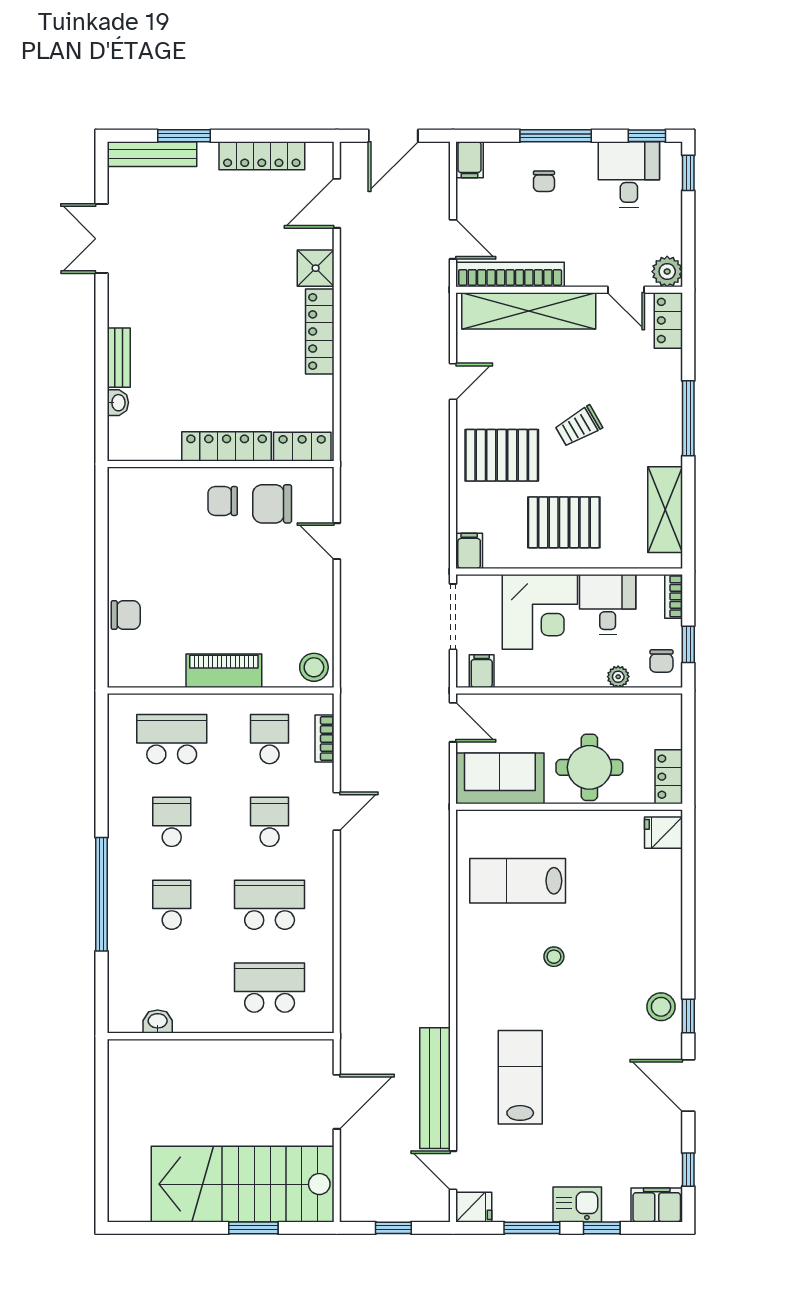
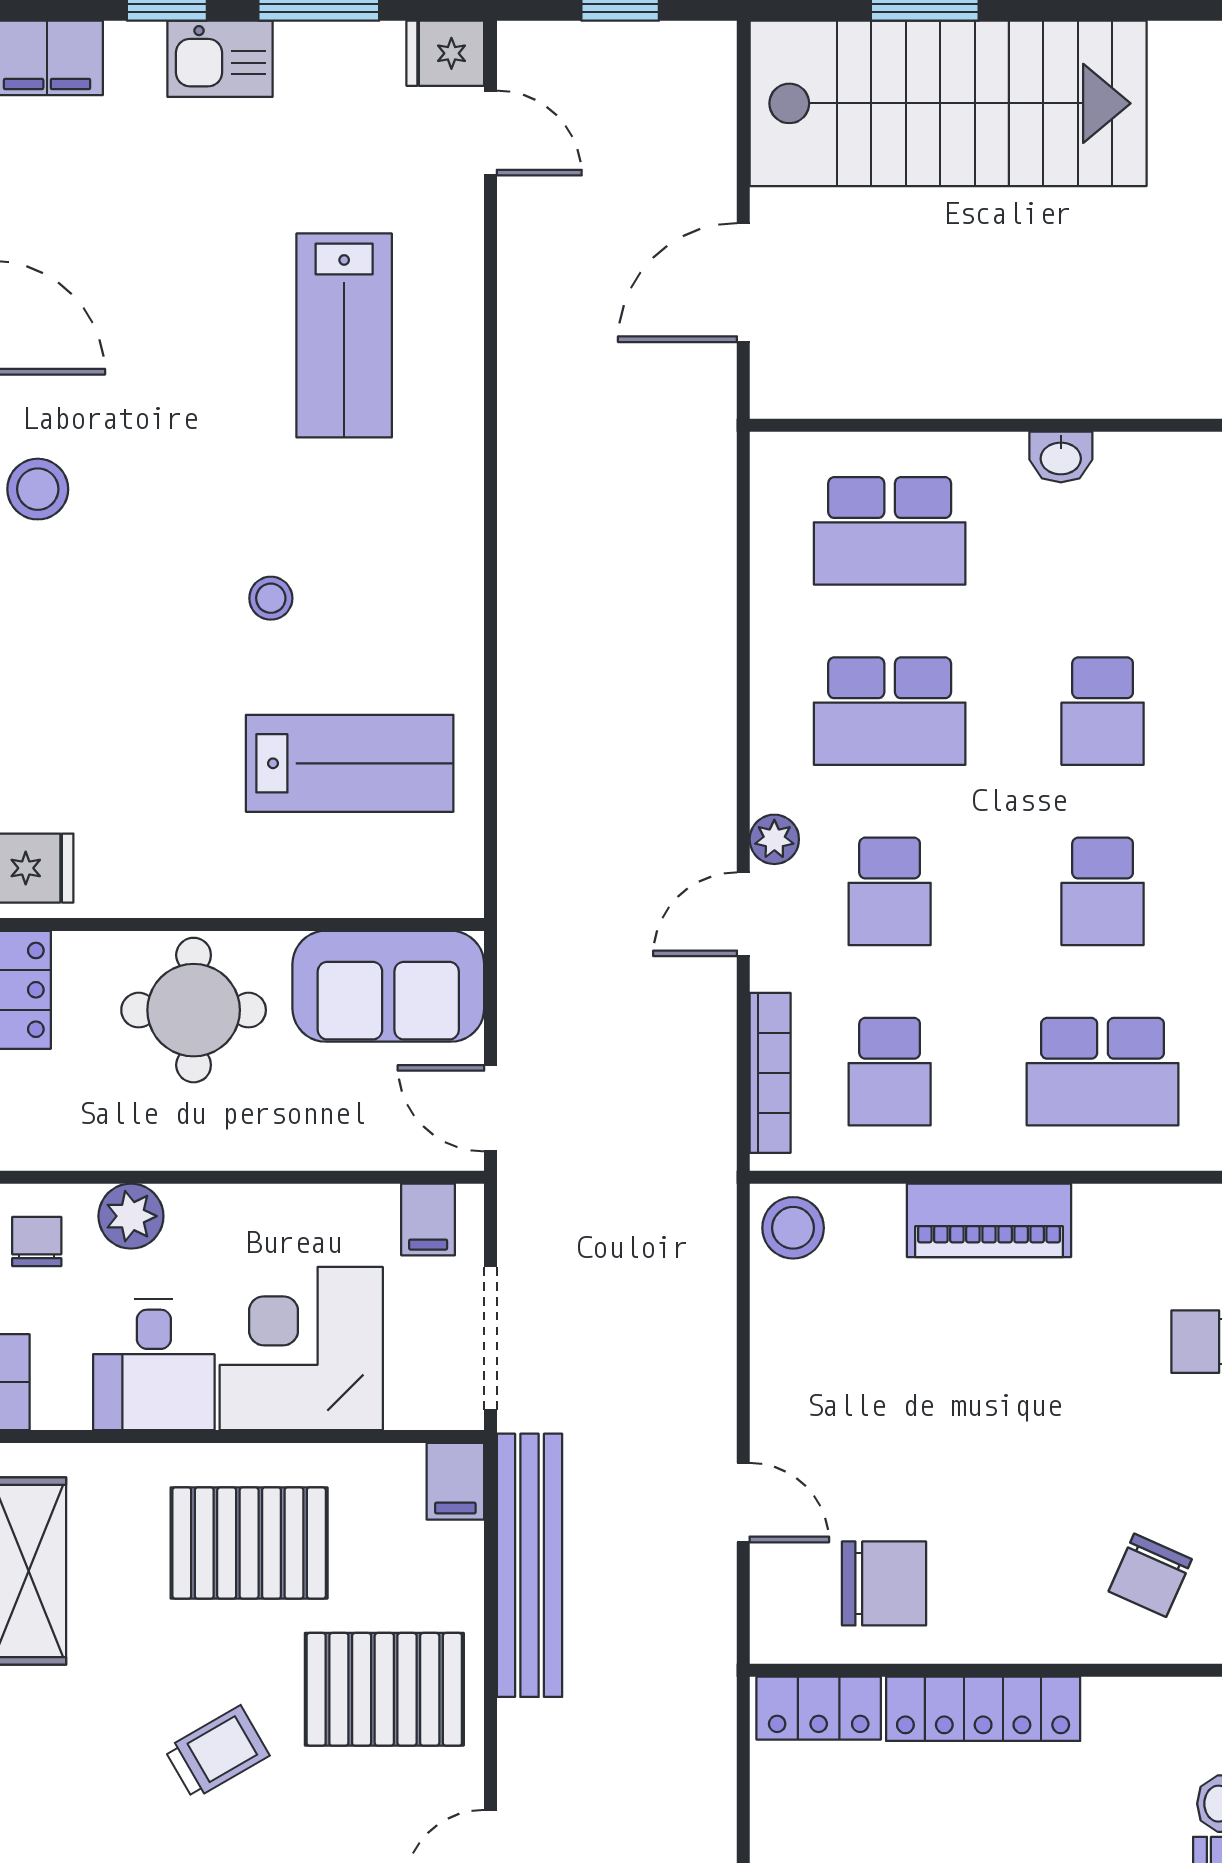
chair: (223, 501) -> (1150, 1575), moved, turned 114
plant: (618, 677) -> (131, 1216), width x1.38, depth x1.38
bookcase: (324, 739) -> (770, 1073), width x1.56
plant: (323, 846) -> (774, 839), added
washbasin: (158, 1022) -> (1061, 457), moved
bench: (435, 1088) -> (530, 1565), moved

